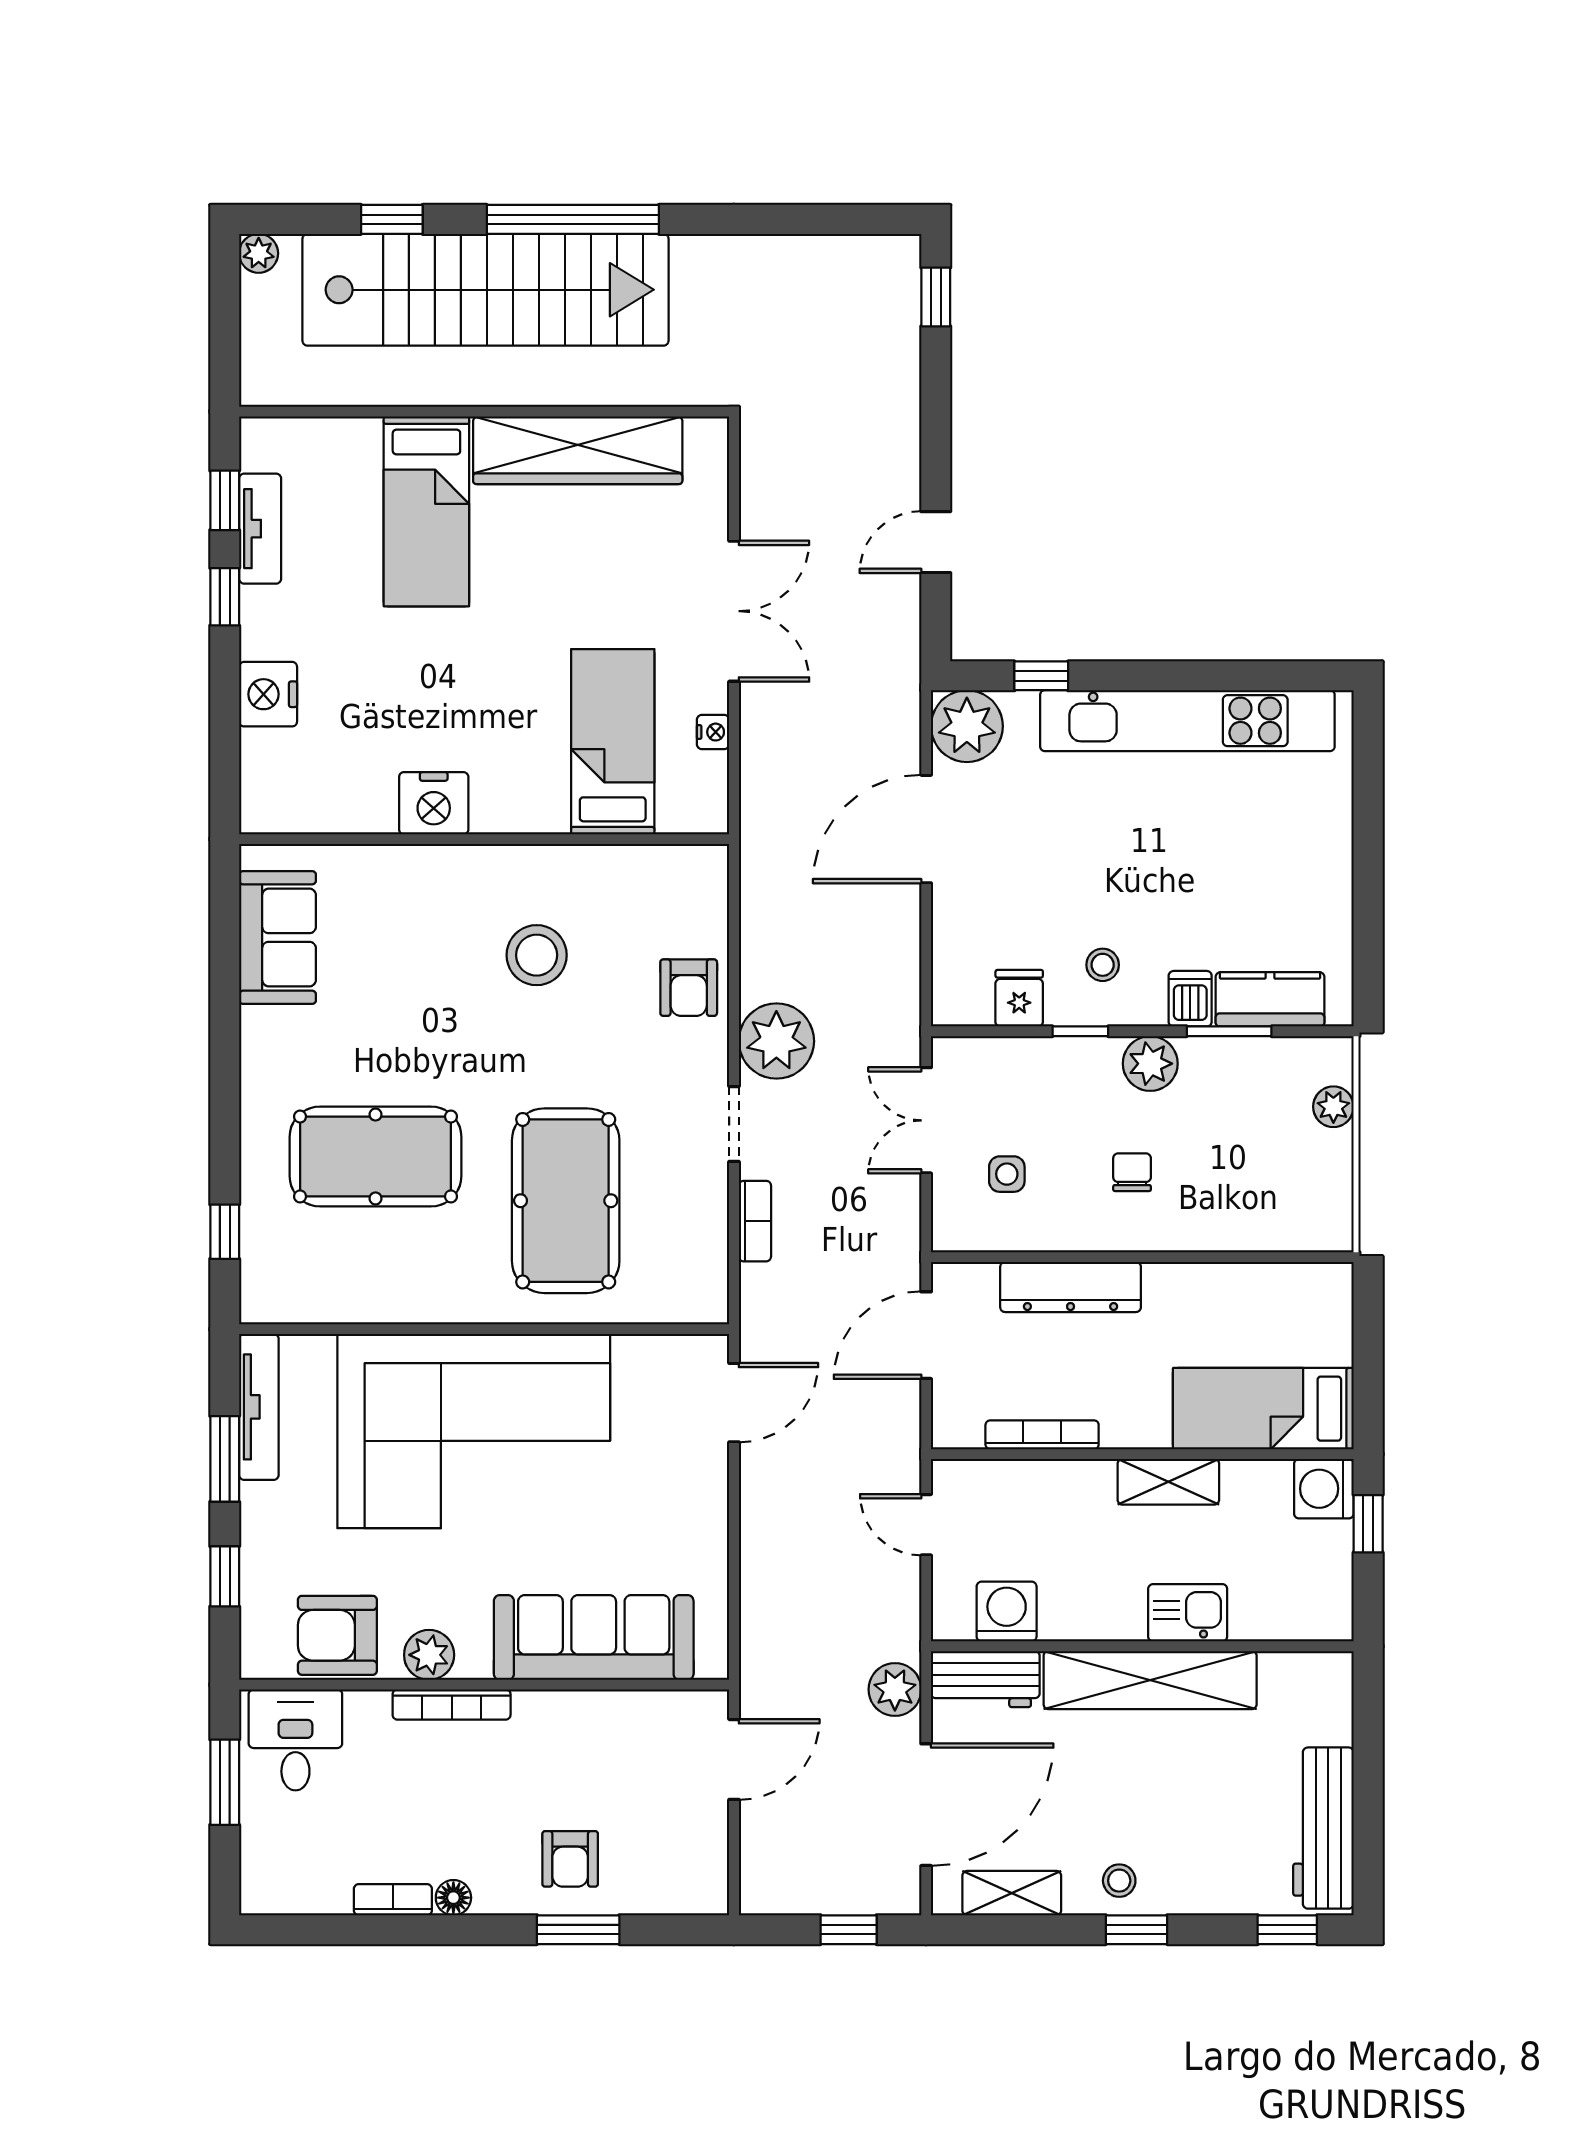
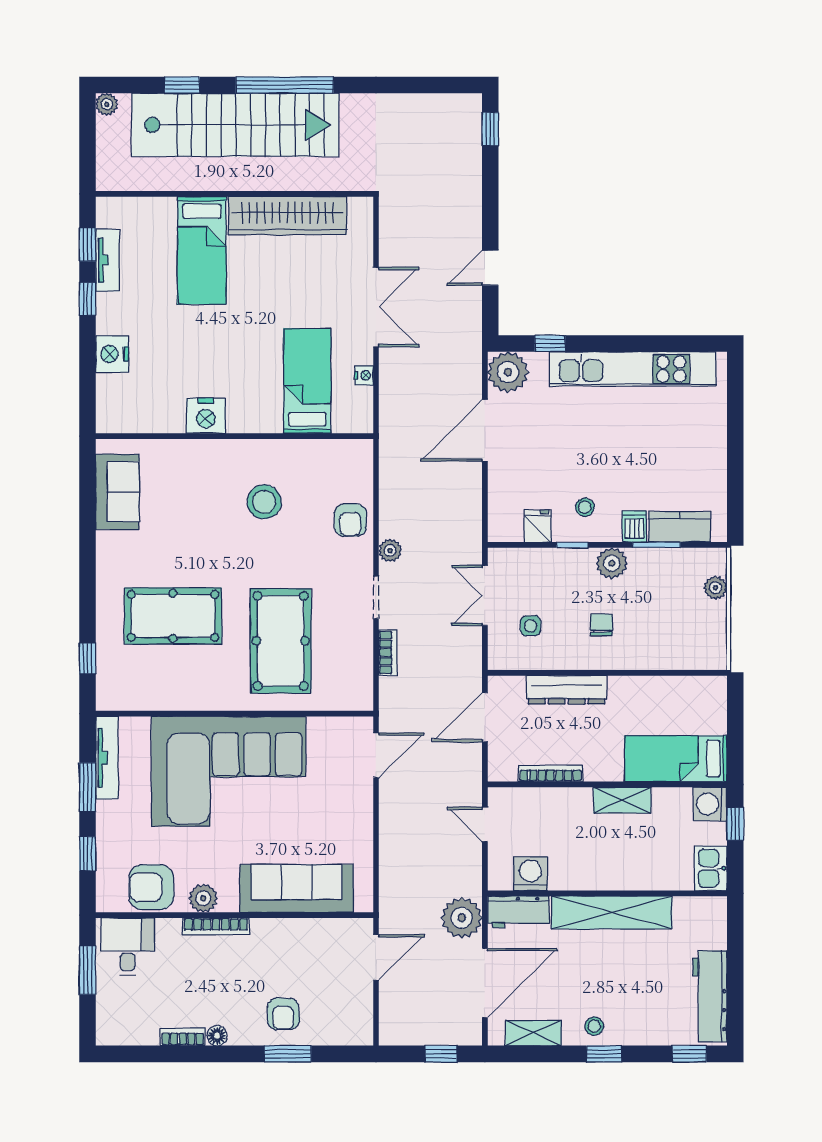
plant: (776, 1041) -> (390, 550), width x0.53, depth x0.53
kitchen sink: (1188, 1613) -> (711, 868), moved, turned -90
plant: (895, 1690) -> (462, 918), width x1.36, depth x1.36

